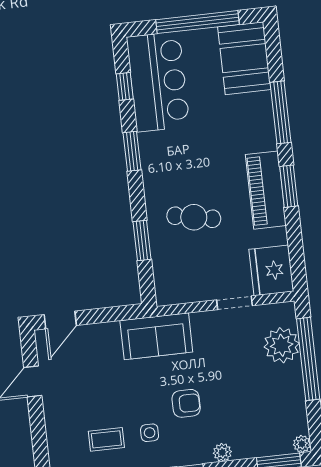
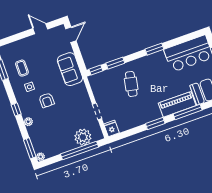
window: (125, 86) -> (96, 70), moved
piano: (266, 190) -> (177, 104), moved
fridge: (271, 270) -> (111, 128), width x0.53, depth x0.75
door: (60, 320) -> (71, 35), swing flipped
sofa: (156, 336) -> (70, 69), moved

